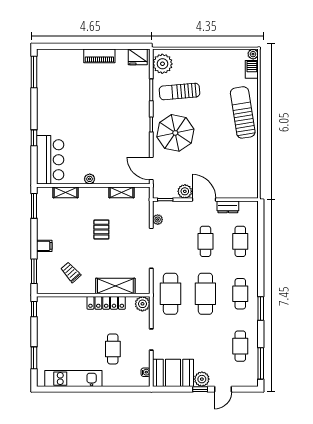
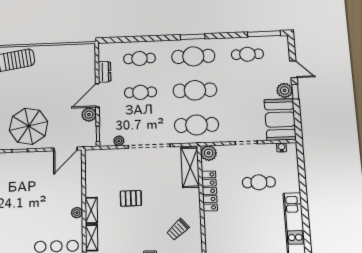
shelving: (121, 192) -> (91, 210), moved
shelving: (115, 286) -> (190, 167), moved
cafe table: (240, 294) -> (193, 56), width x1.37, depth x1.35
window: (261, 308) -> (193, 37), moved

